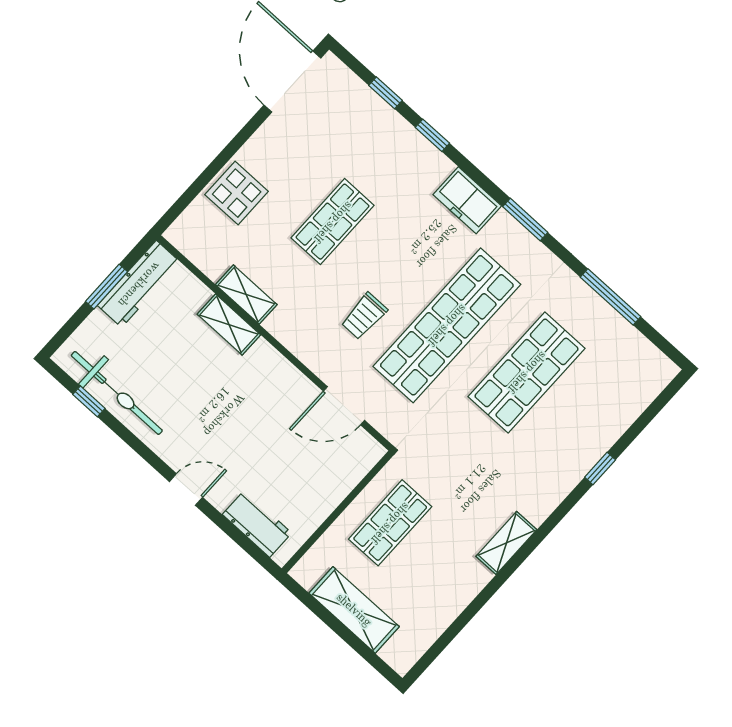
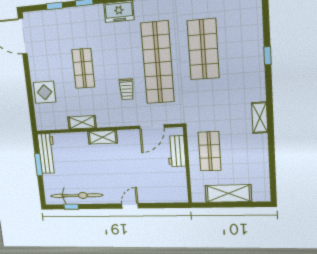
shelving: (229, 324) -> (103, 137), moved
workbench: (257, 524) -> (176, 151), moved, turned -90

